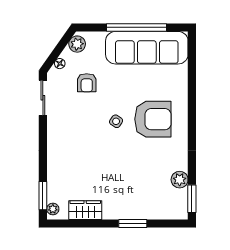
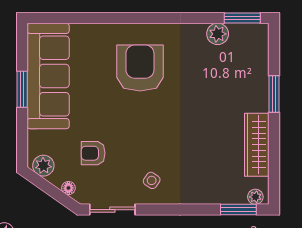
window: (137, 27) -> (22, 89), width x0.47
armchair: (87, 83) -> (93, 153), turned 180
side table: (116, 121) -> (152, 180), moved
wardrobe: (85, 210) -> (257, 145), width x1.50

